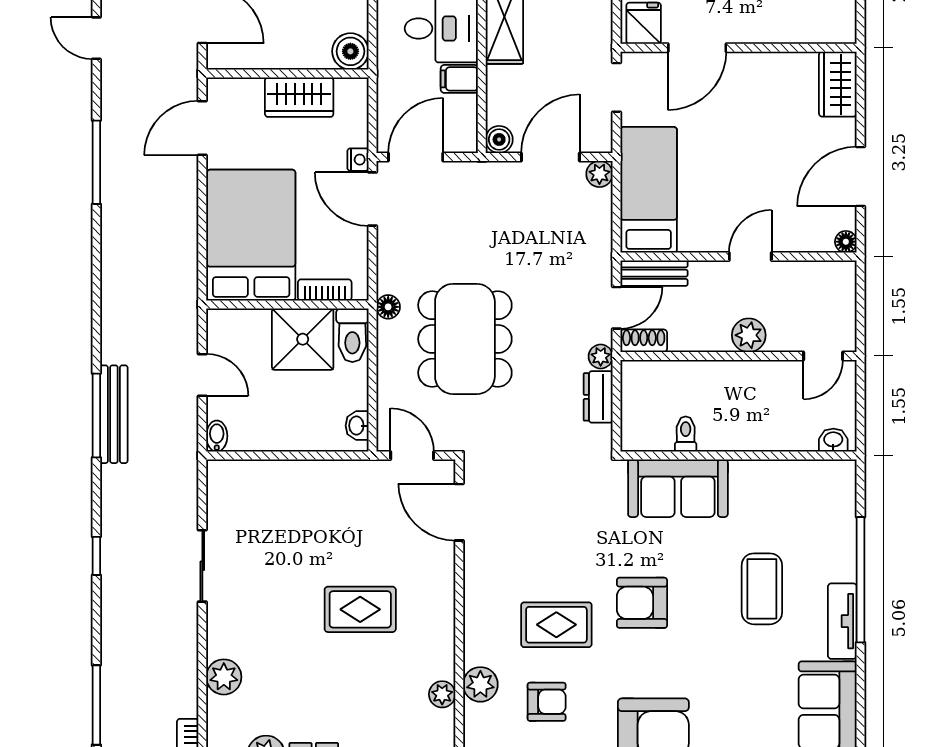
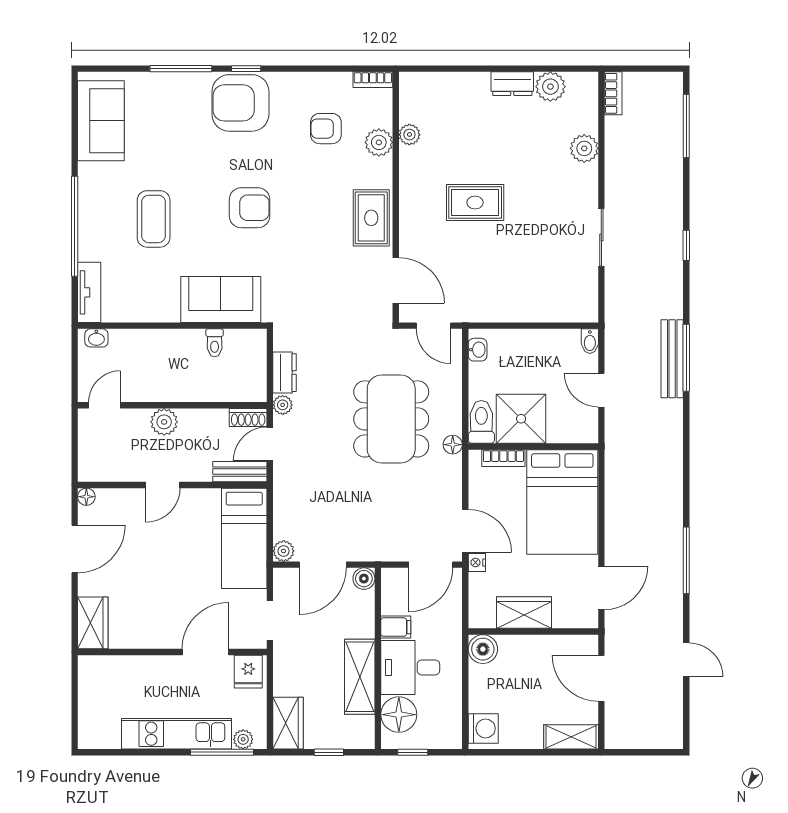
tv unit: (842, 621) -> (89, 292), moved
rug: (556, 625) -> (371, 218), moved, turned 90

